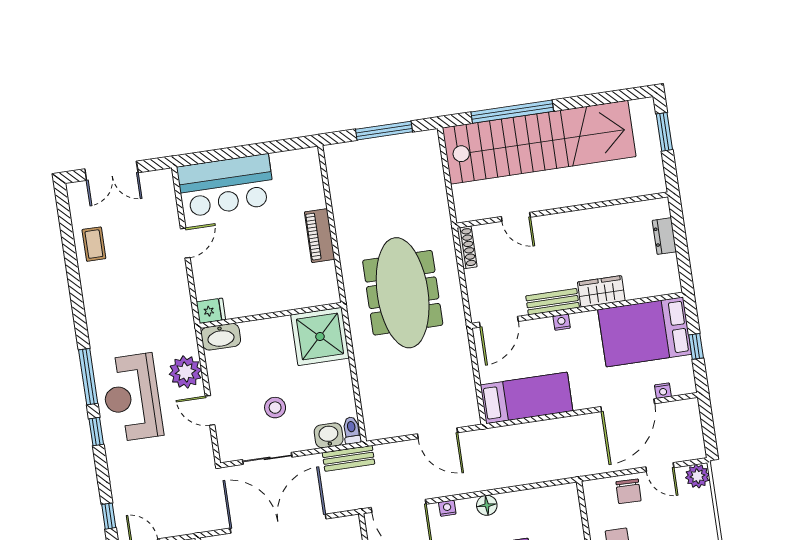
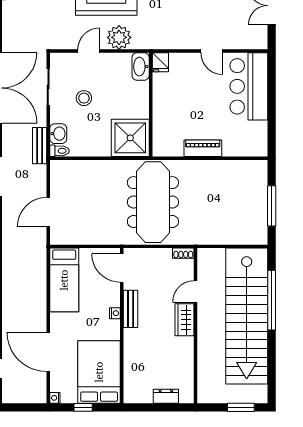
shoe rack: (467, 247) -> (183, 253), width x0.70
wardrobe: (601, 291) -> (185, 320), moved, turned 180
meeting table: (403, 293) -> (153, 202), turned 90
nightstand: (663, 391) -> (55, 398), moved

